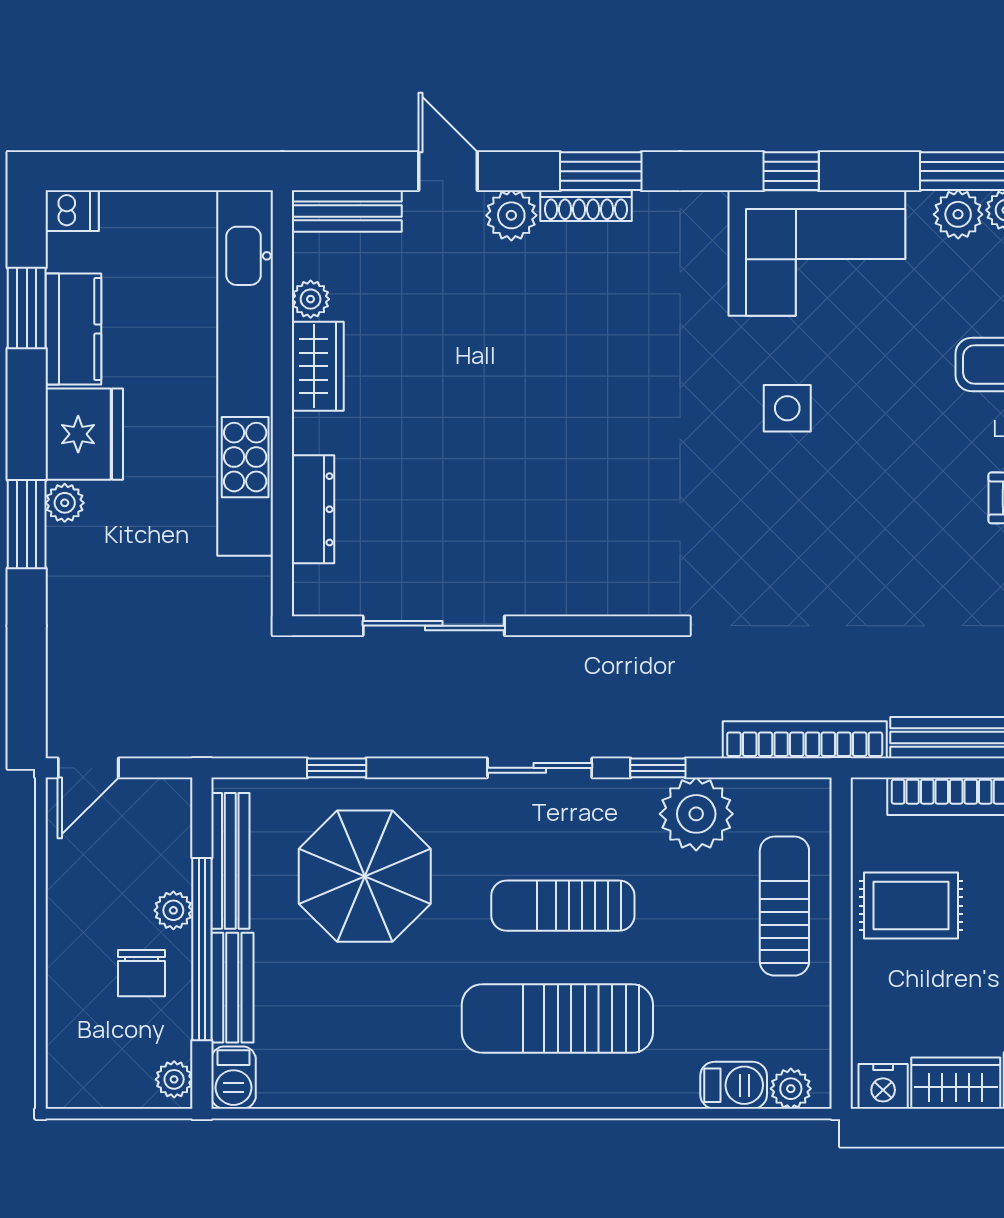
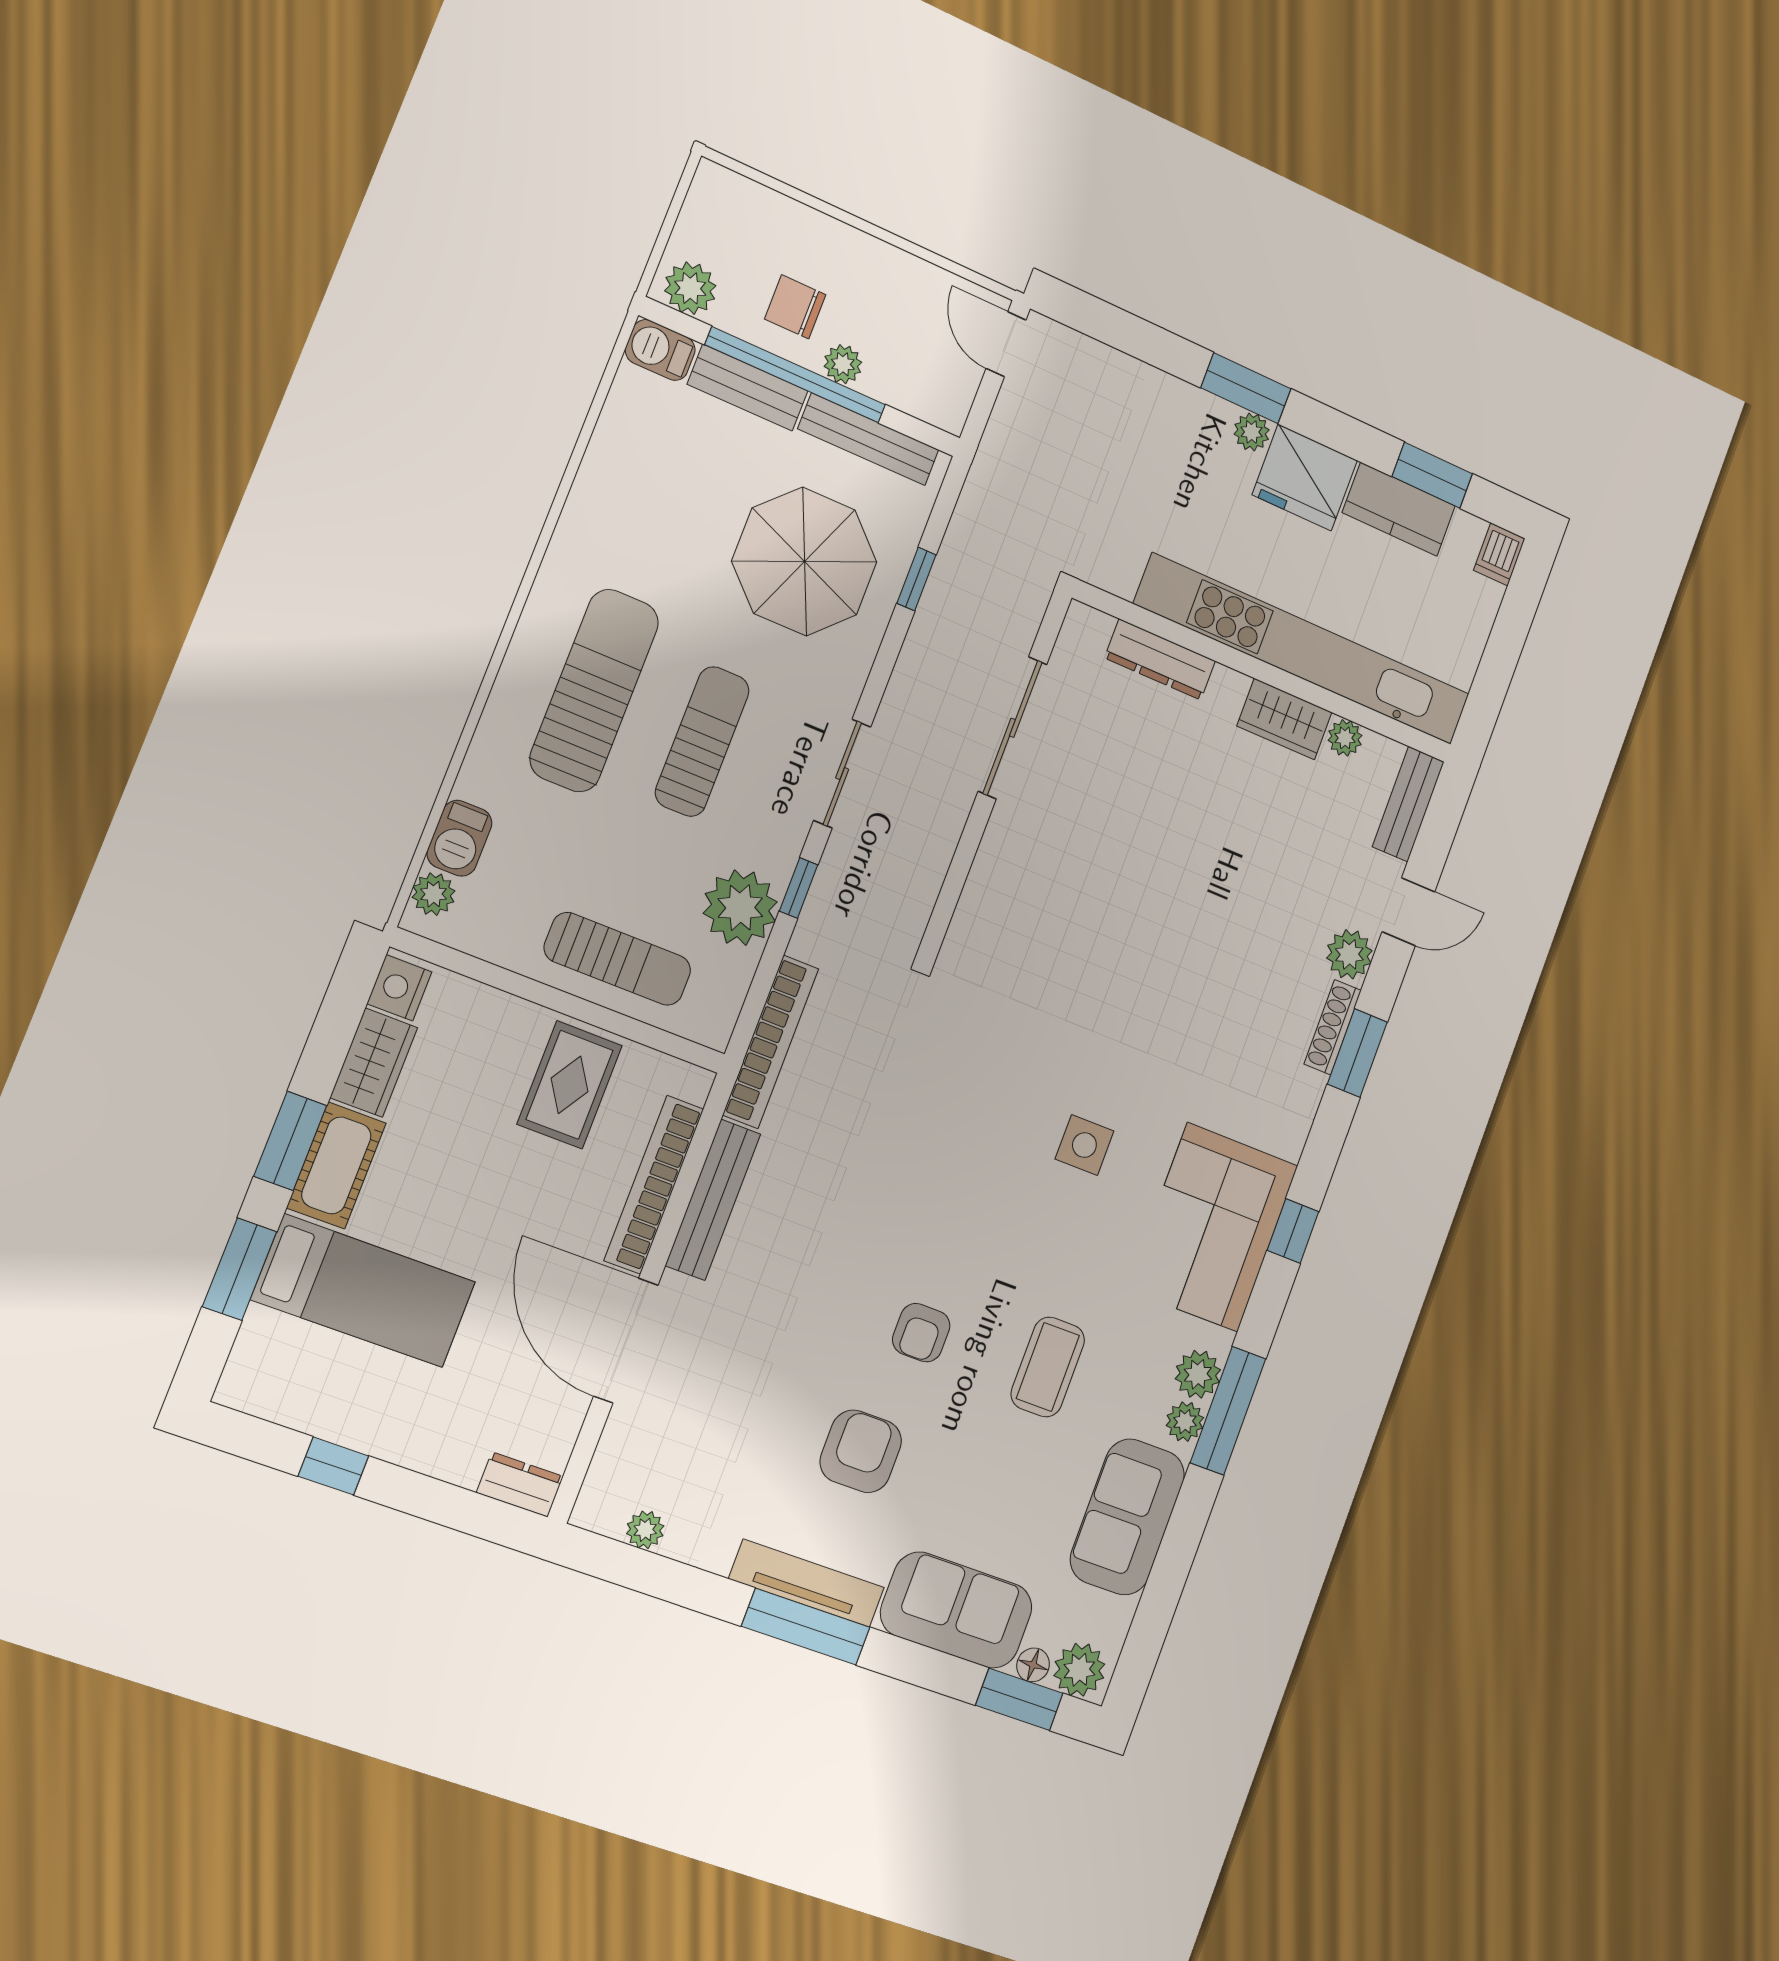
plant: (174, 1079) -> (690, 288), width x1.38, depth x1.38

